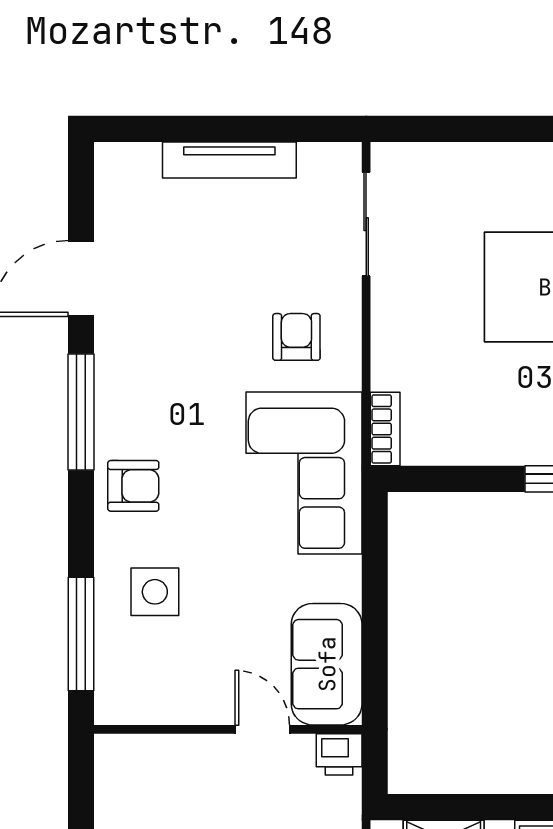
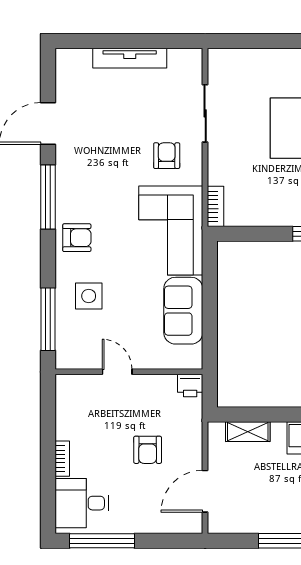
sliding door: (366, 224) -> (205, 113), moved
sofa: (327, 664) -> (183, 311), moved
door: (262, 729) -> (117, 372), moved

